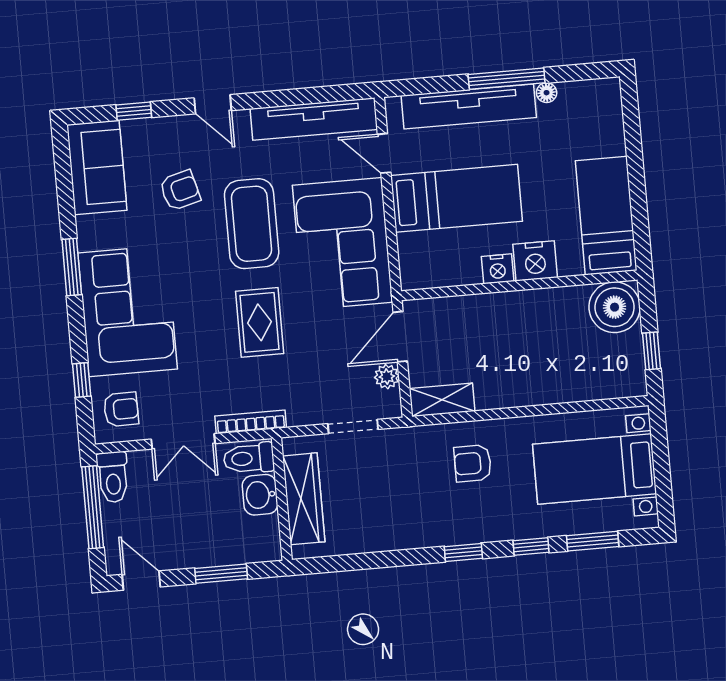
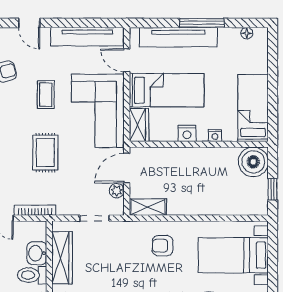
floor lamp: (547, 93) -> (247, 33), moved
coffee table: (252, 224) -> (46, 95), width x0.54, depth x0.58
nightstand: (535, 261) -> (215, 136), width x0.53, depth x0.56
wardrobe: (415, 262) -> (139, 125), added
toilet: (249, 458) -> (32, 275), moved

